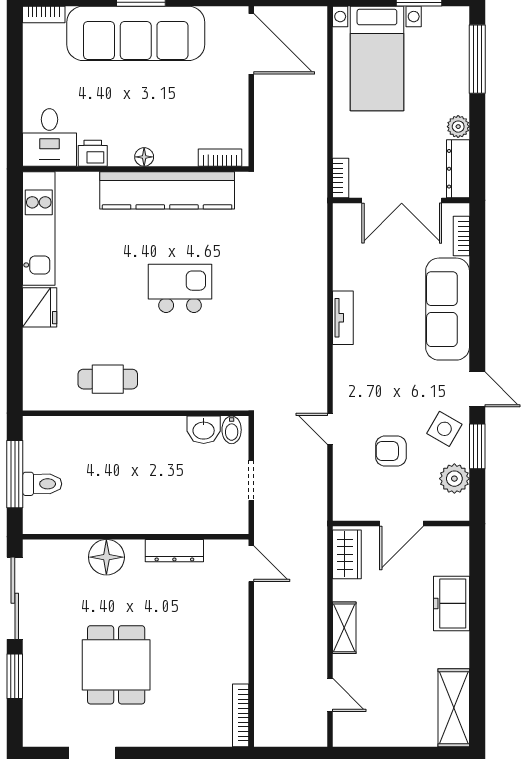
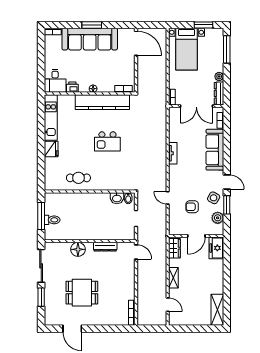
kitchen island: (180, 288) -> (107, 141), turned 180
freezer: (451, 603) -> (216, 248), moved
dining table: (116, 665) -> (82, 293), turned 90

